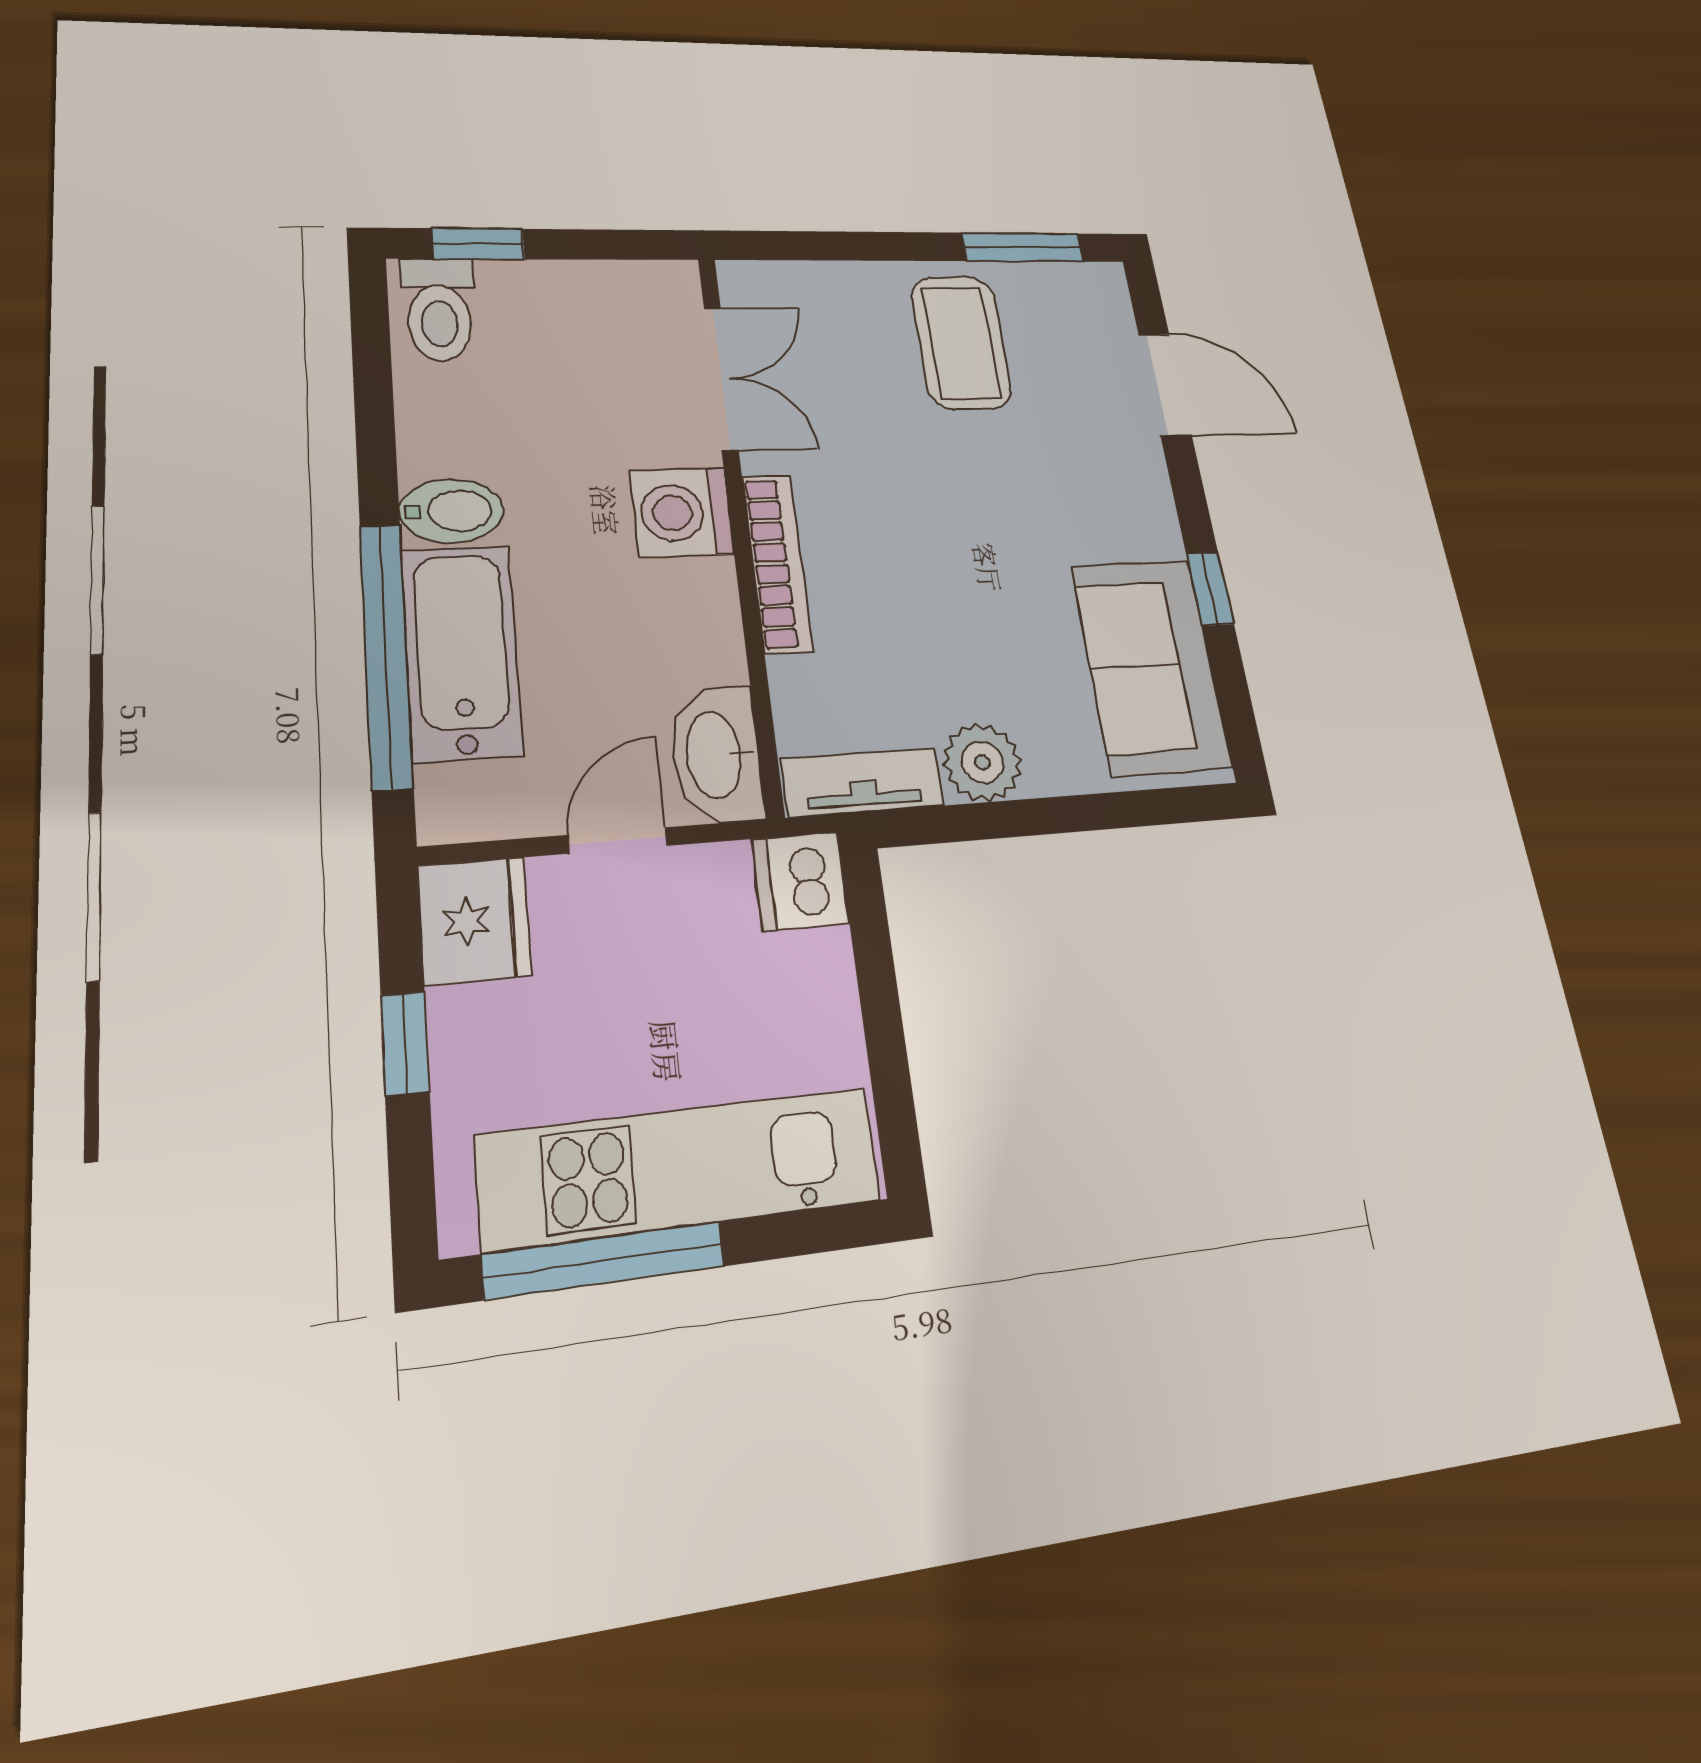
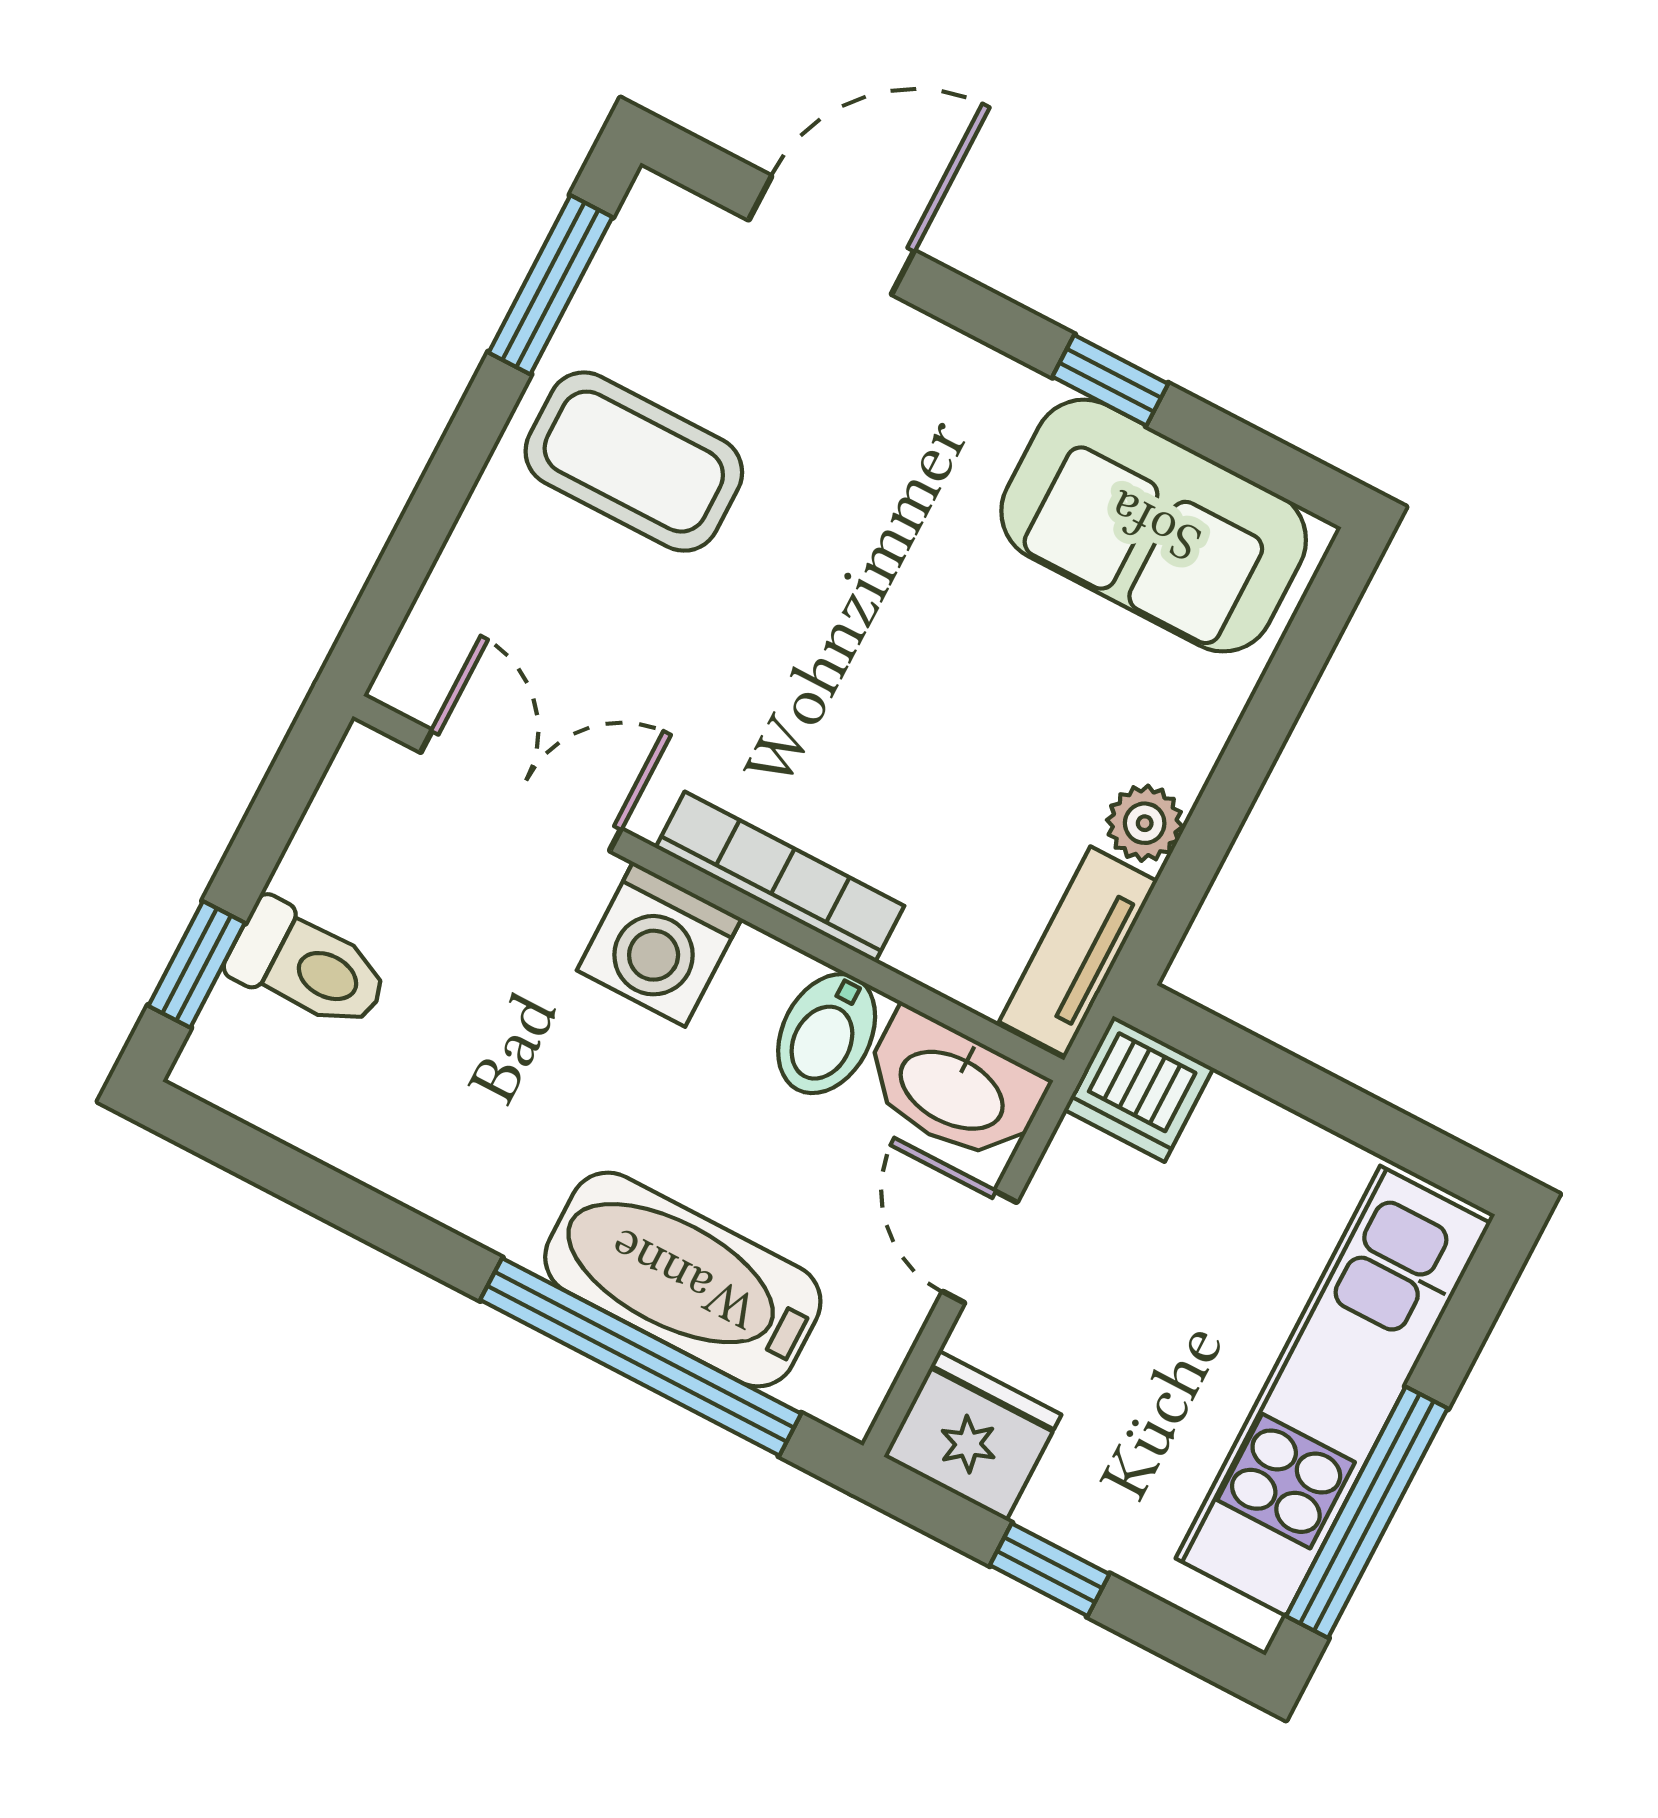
toilet: (439, 309) -> (309, 966), moved
bidet: (452, 511) -> (827, 1034), moved, turned 180
plant: (982, 762) -> (1145, 823), width x0.73, depth x0.73

